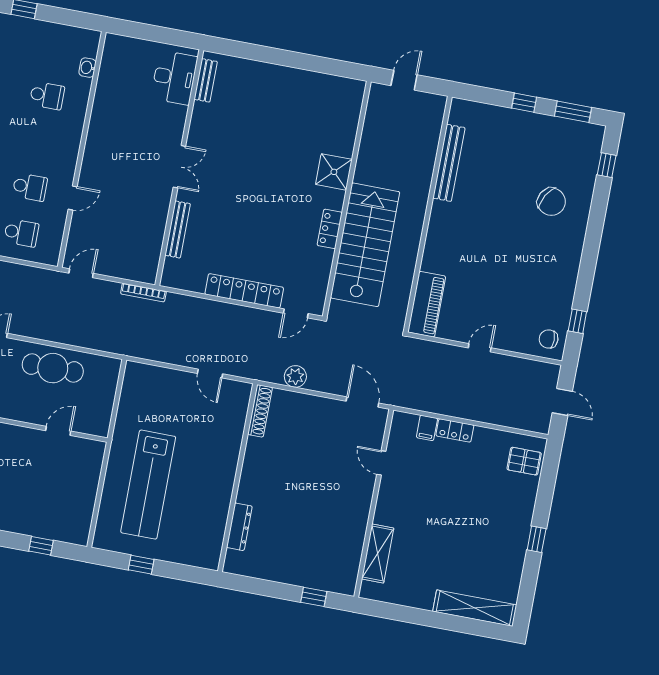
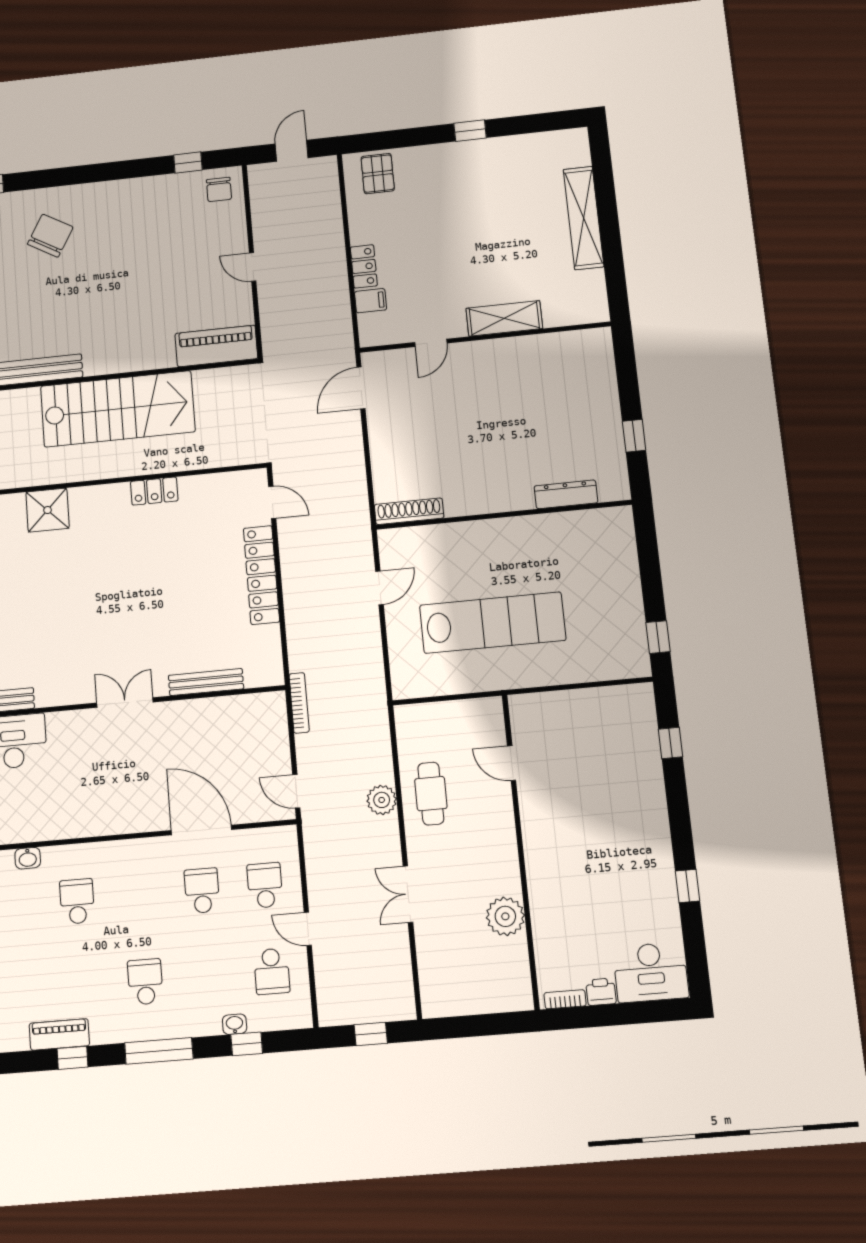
shower: (334, 172) -> (48, 510), moved
door: (73, 198) -> (201, 830), width x1.87
stairs: (365, 245) -> (118, 409), moved, turned 180
cafe table: (53, 368) -> (431, 794), width x0.73, depth x0.74
plant: (295, 376) -> (382, 800), moved
lab bench: (148, 485) -> (493, 623), moved
shelving: (378, 554) -> (504, 318), moved
window: (141, 565) -> (658, 637), moved
window: (314, 597) -> (634, 436), moved
shelving: (475, 608) -> (584, 218), moved

